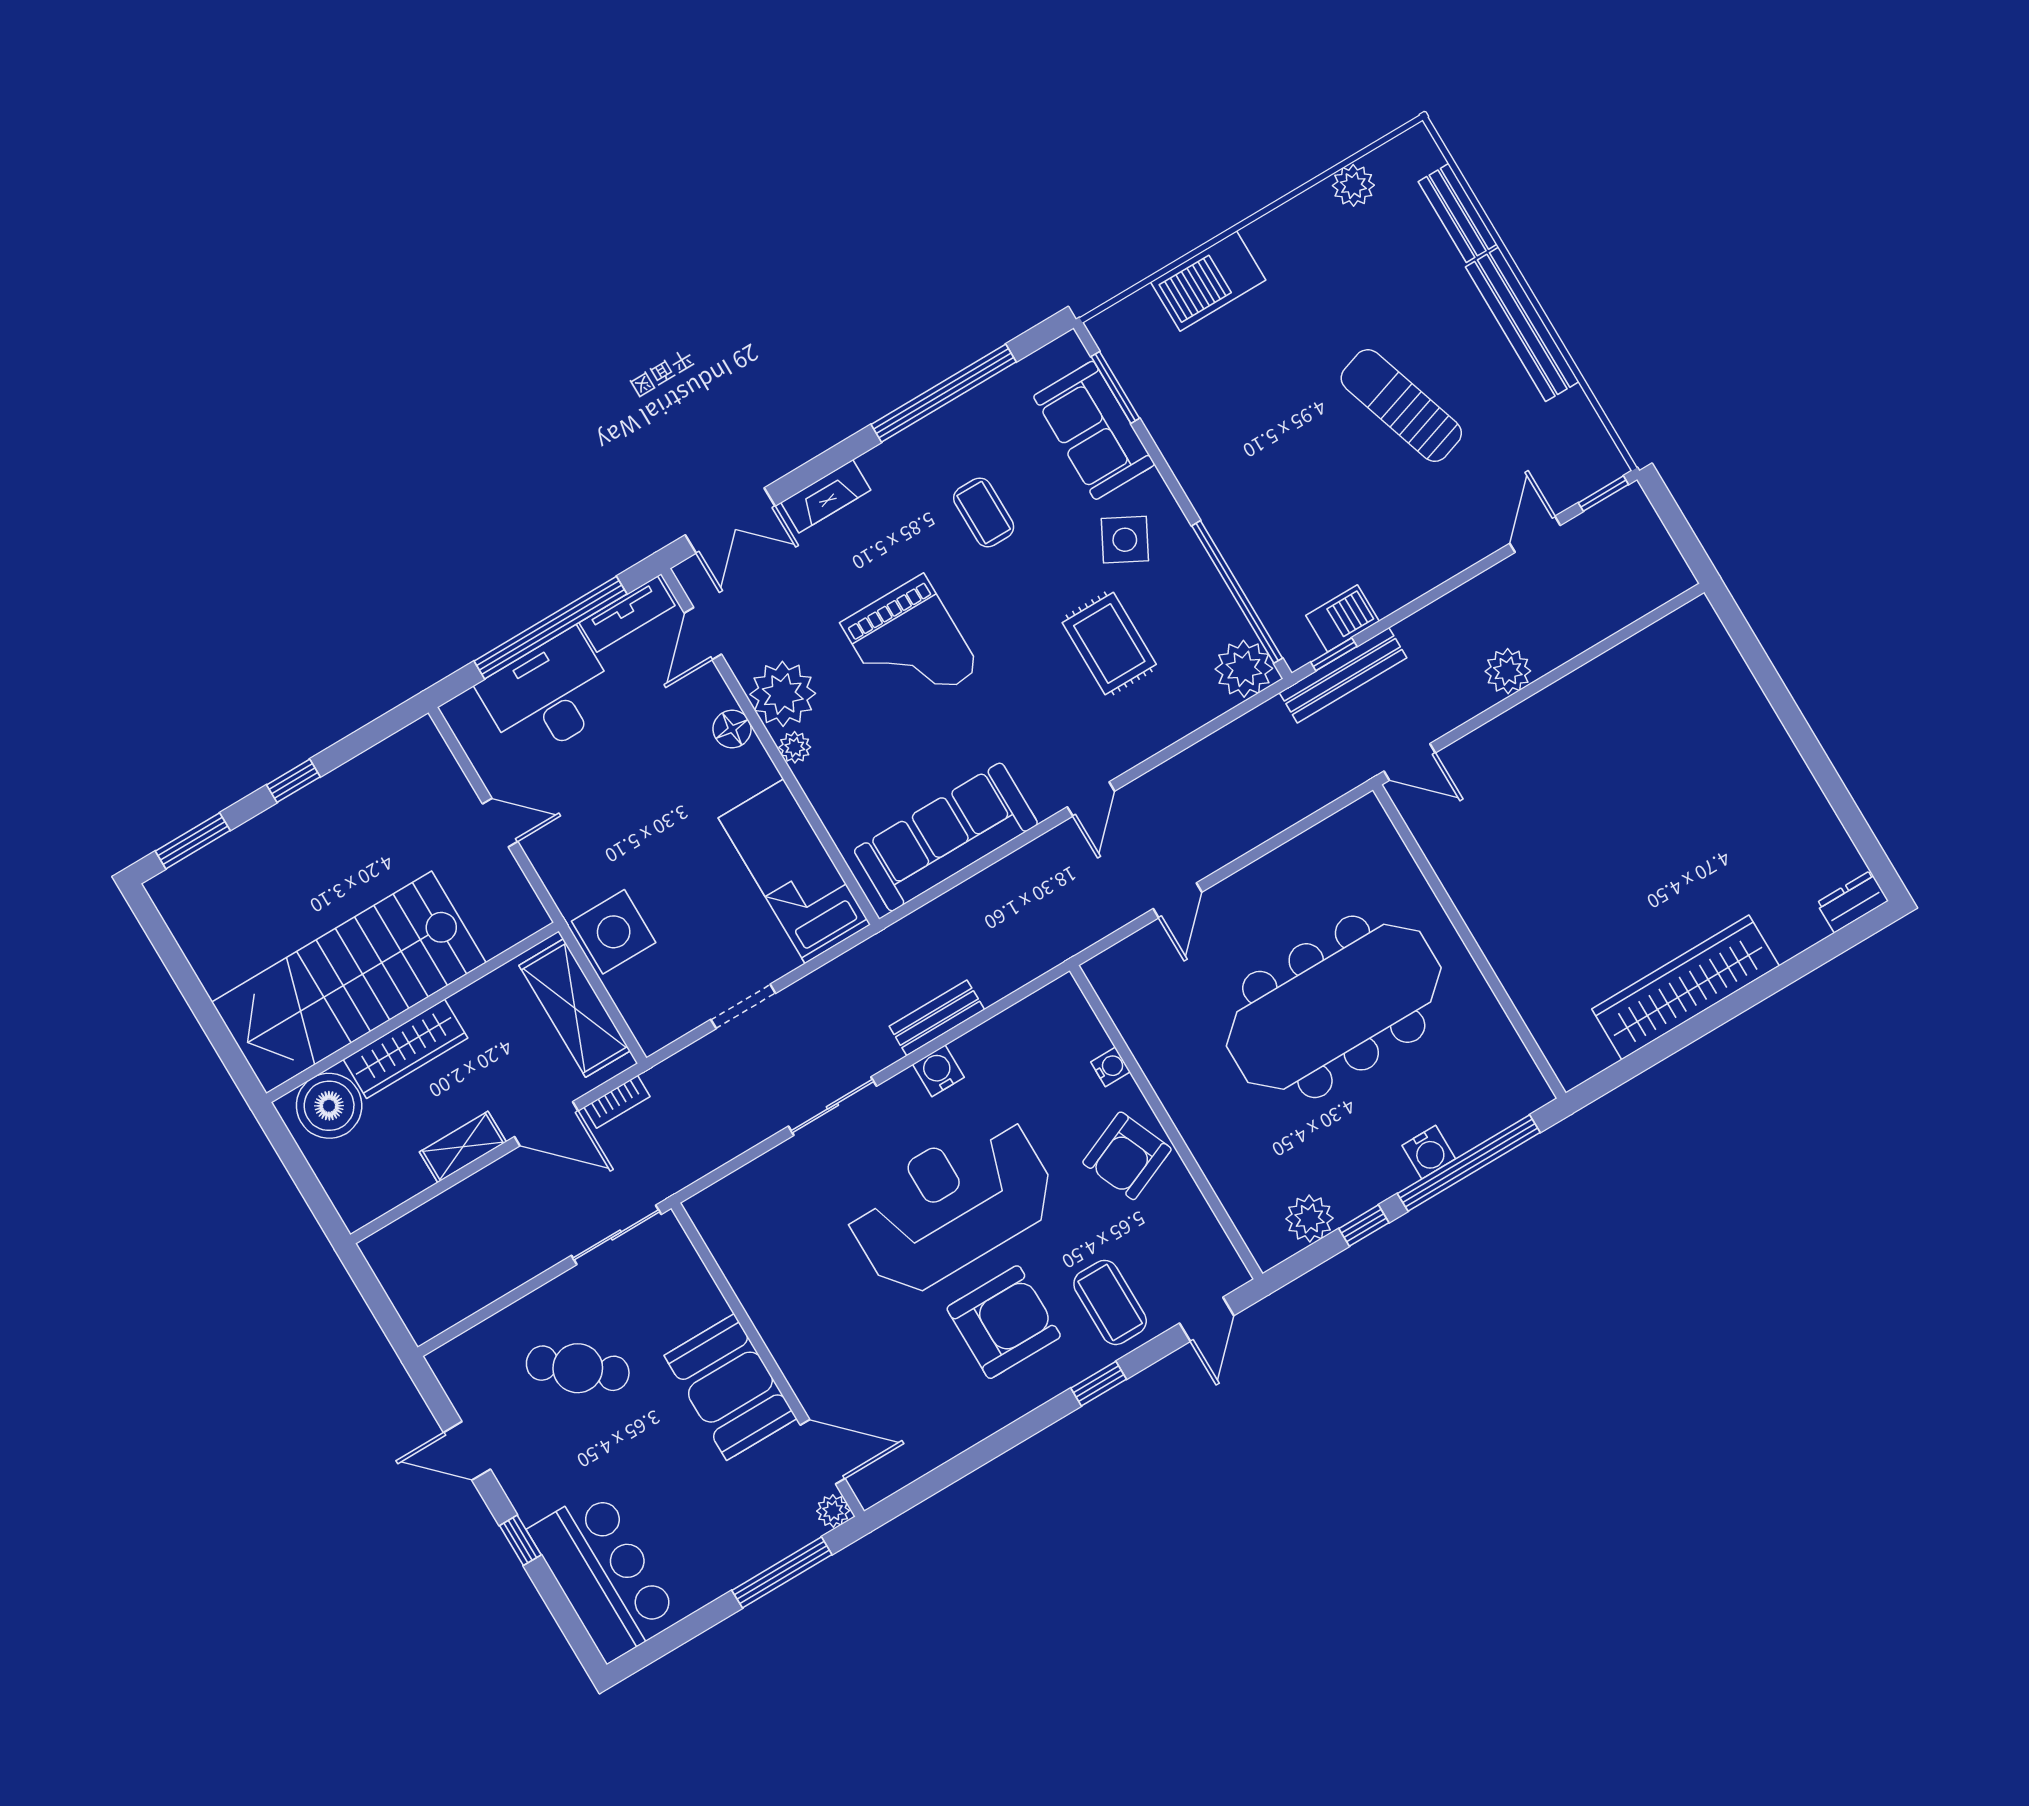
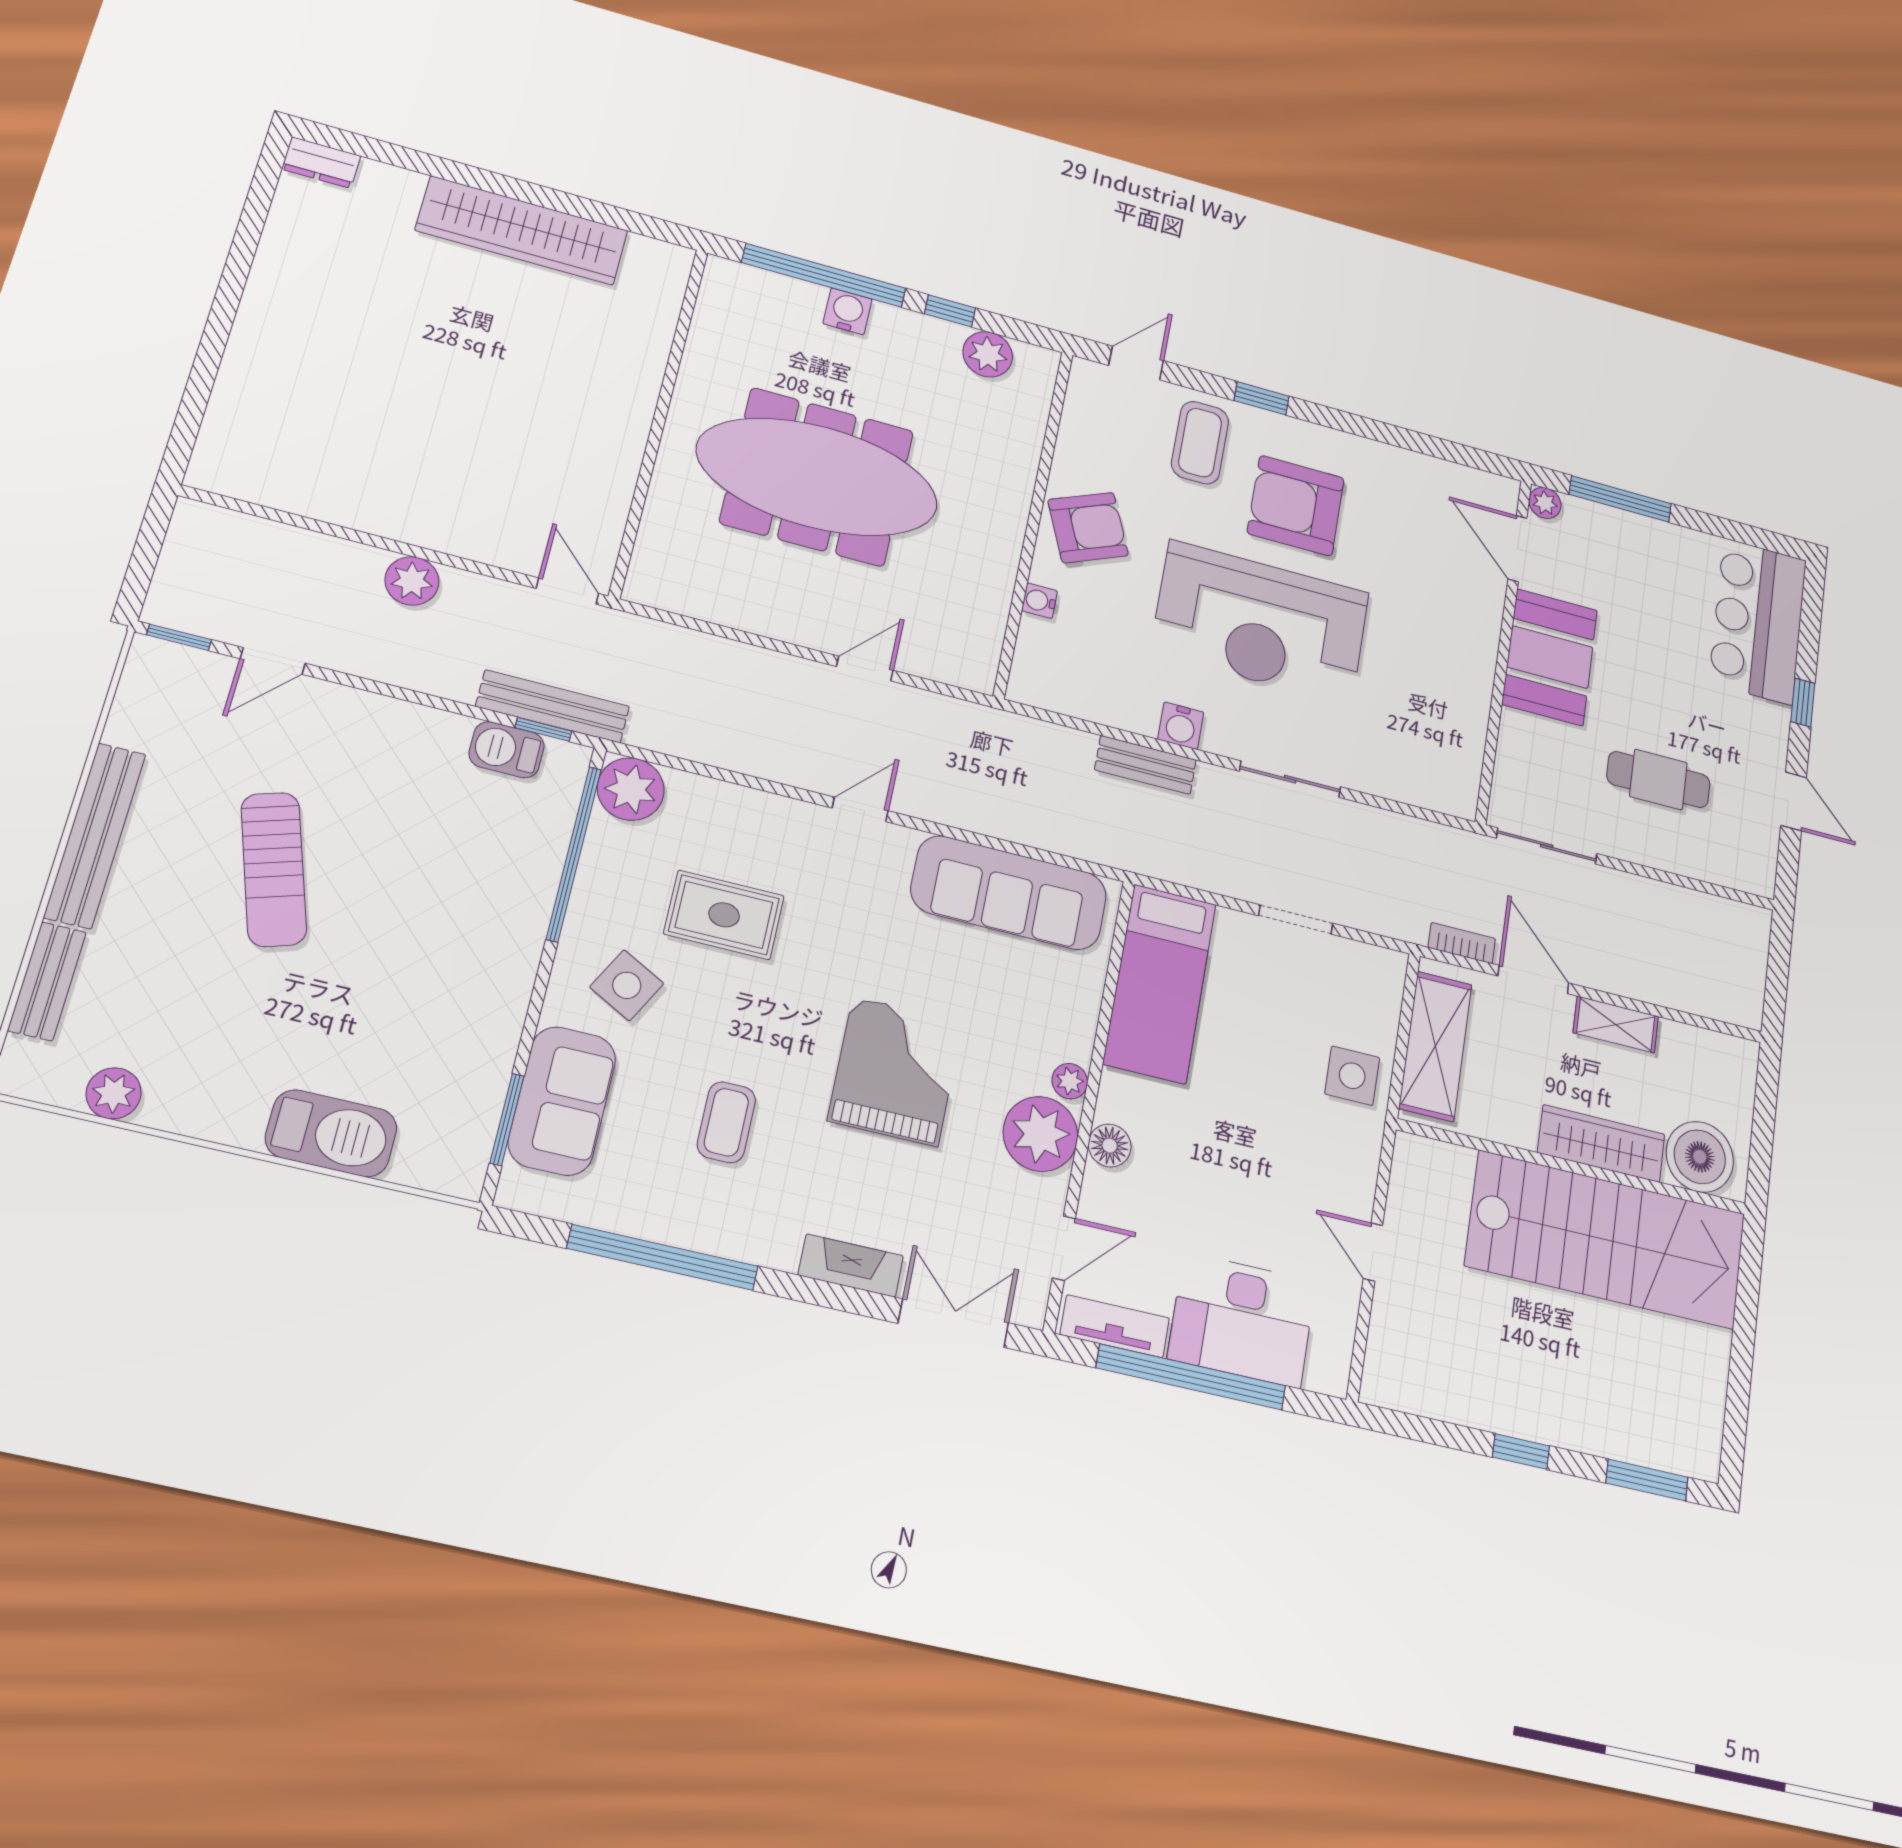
rug: (1109, 644) -> (724, 915), turned 90
side table: (614, 932) -> (1352, 1076), width x0.73, depth x0.73
cafe table: (578, 1368) -> (1658, 780), turned -39

